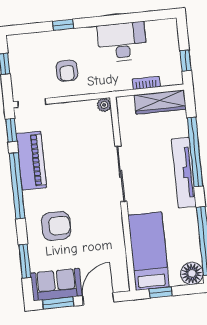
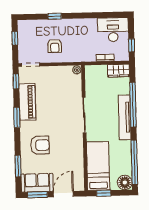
desk: (122, 42) -> (113, 30), moved
wardrobe: (160, 102) -> (118, 71), width x0.67
window: (17, 186) -> (17, 117), width x0.47

